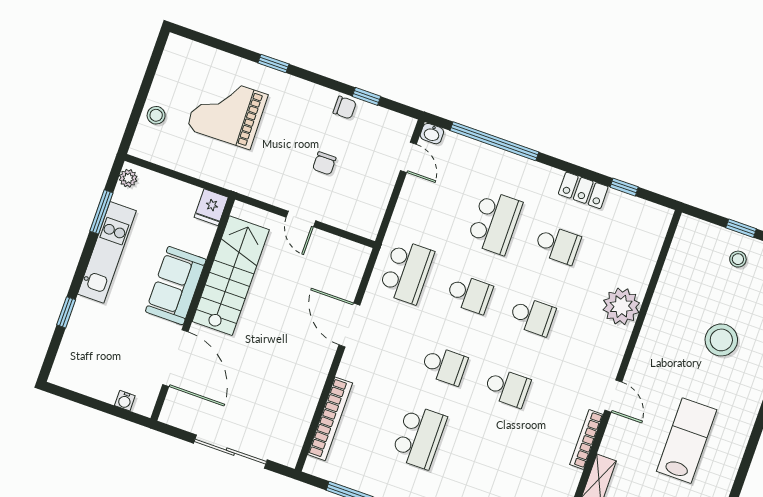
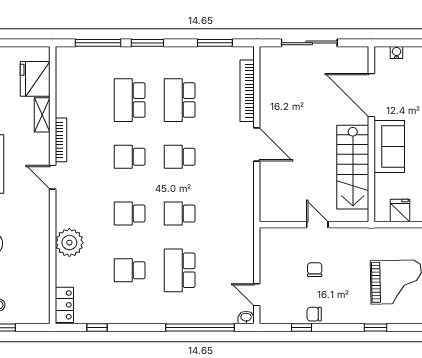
locker: (583, 190) -> (64, 305), moved, turned 90
fridge: (211, 207) -> (400, 210), moved
school desk: (406, 272) -> (130, 100), moved
door: (349, 325) -> (257, 144), moved

